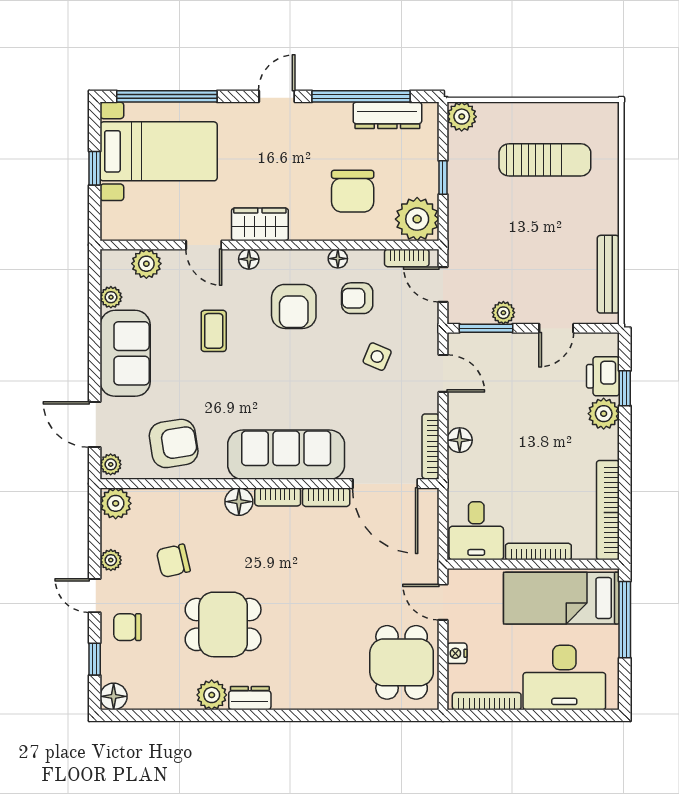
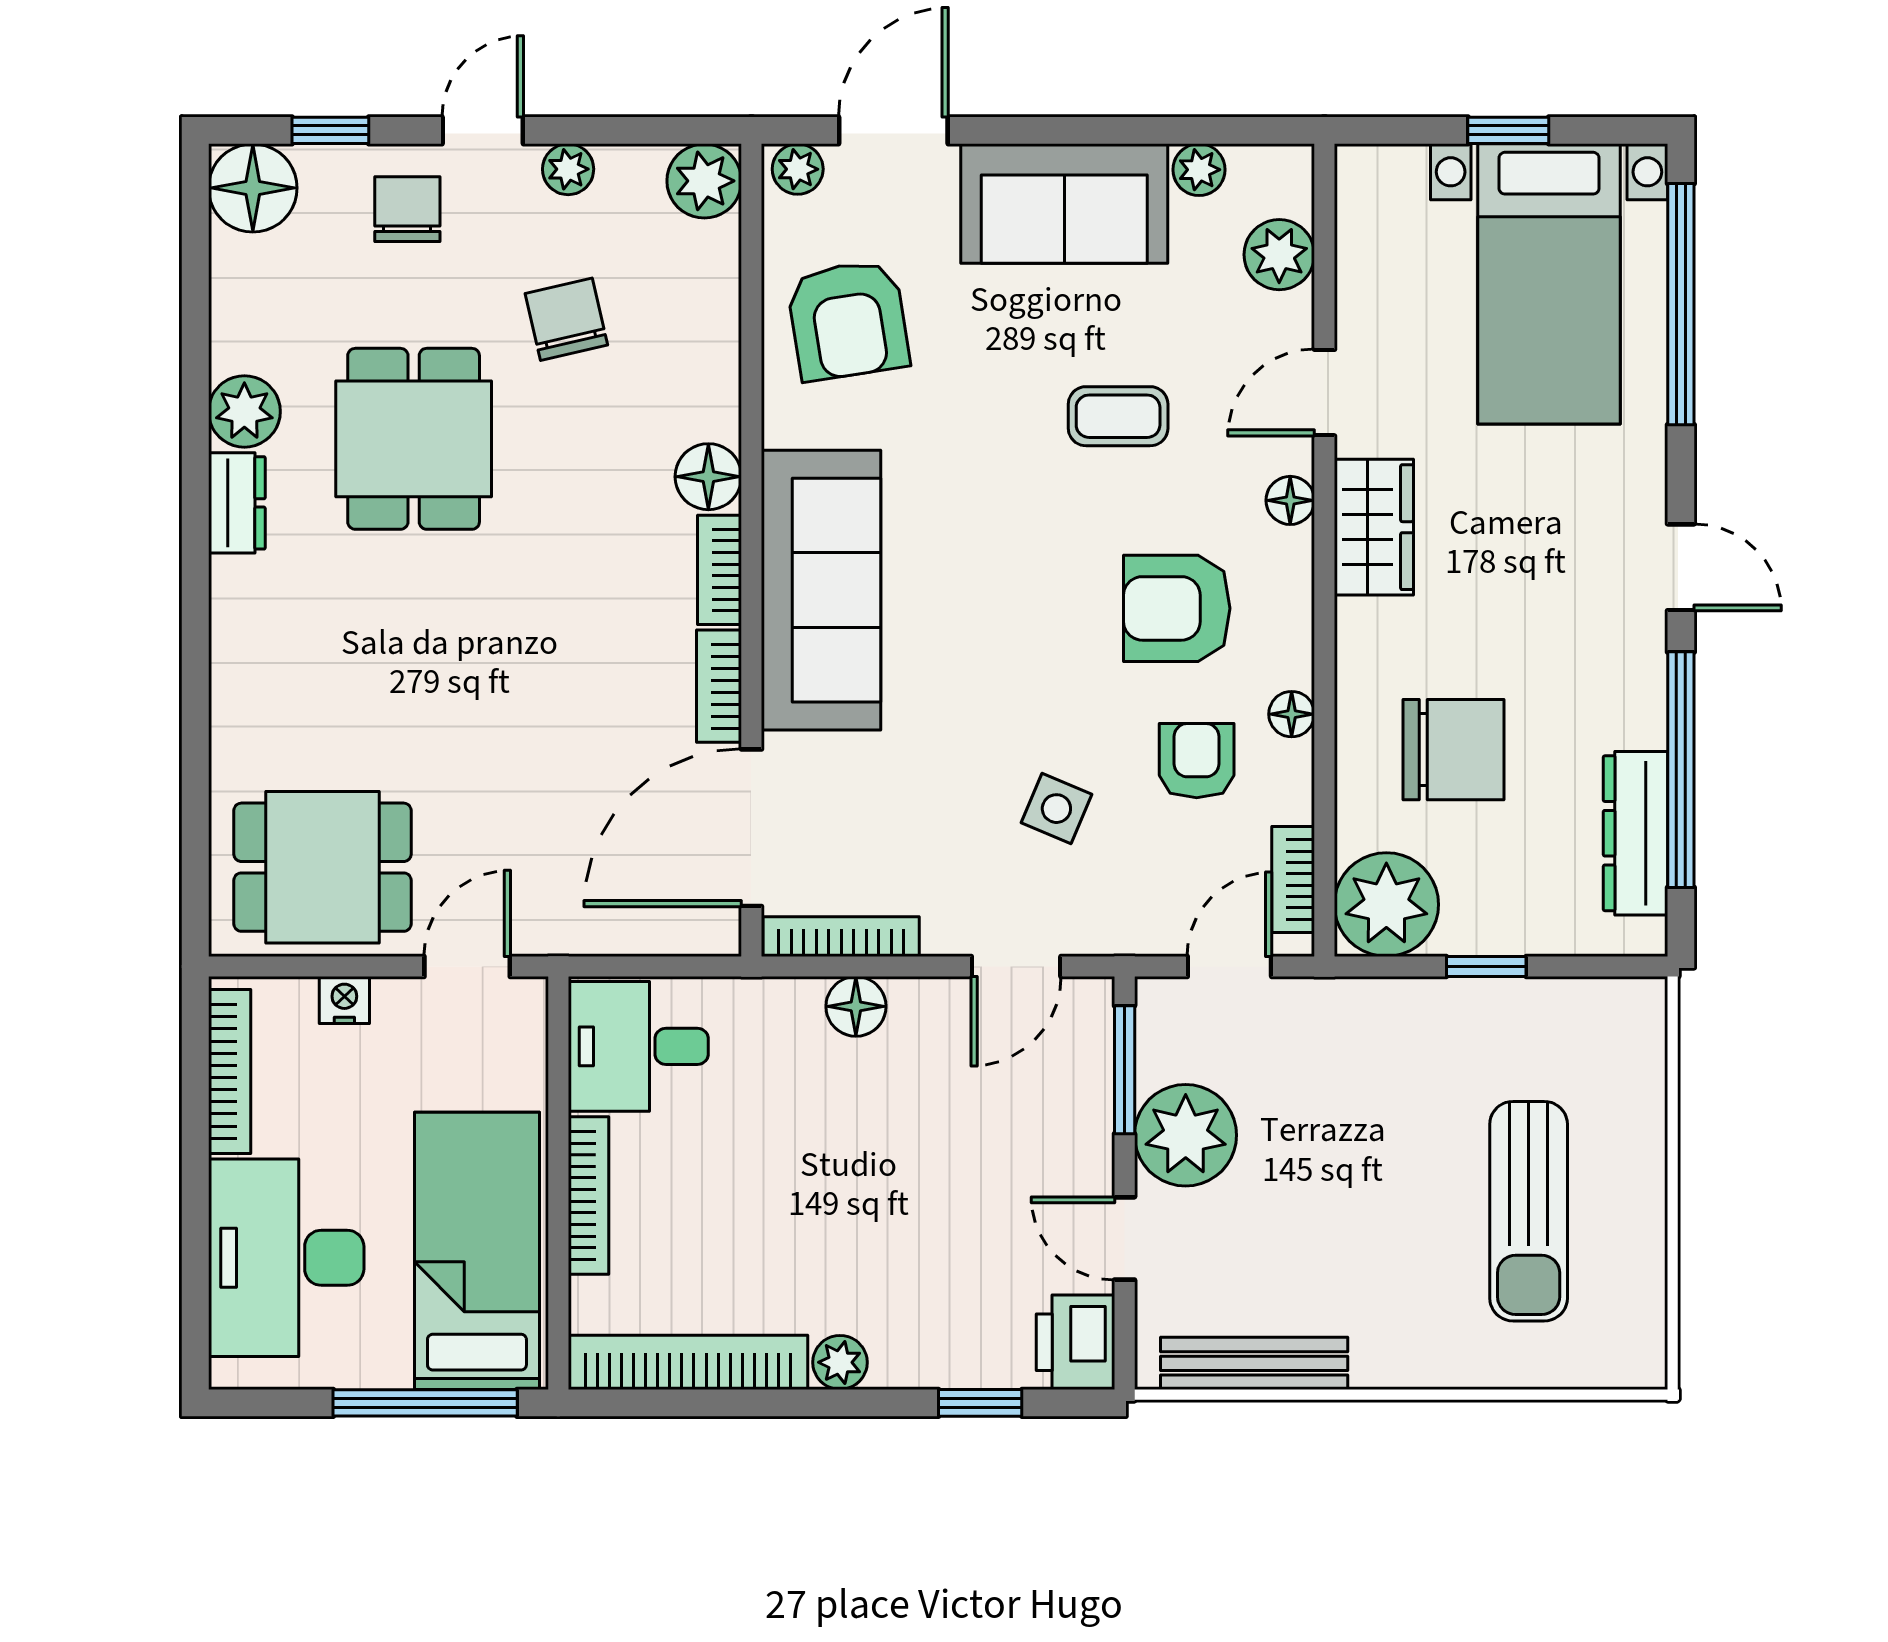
plant: (462, 117) -> (1632, 1012), removed
chair: (353, 191) -> (1453, 750), turned 180
plant: (503, 313) -> (1186, 1135), width x1.88, depth x1.88
printer: (603, 376) -> (1075, 1342), moved, turned -90
plant: (604, 414) -> (840, 1362), moved, width x0.73, depth x0.73
floor lamp: (114, 696) -> (253, 188), width x1.38, depth x1.38

